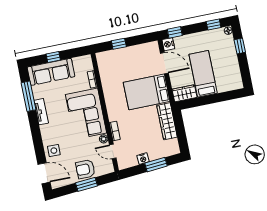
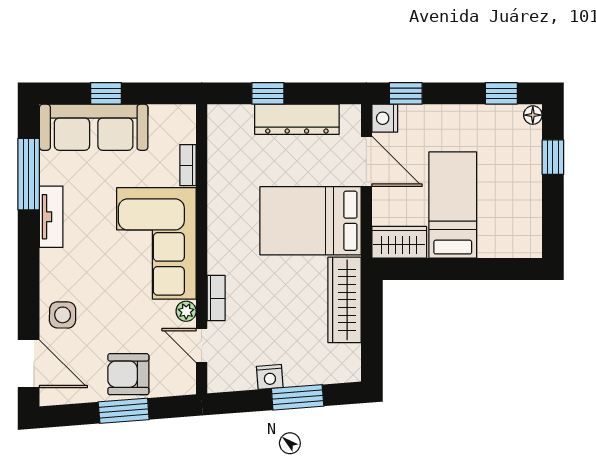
dresser: (133, 52) -> (297, 119), added

